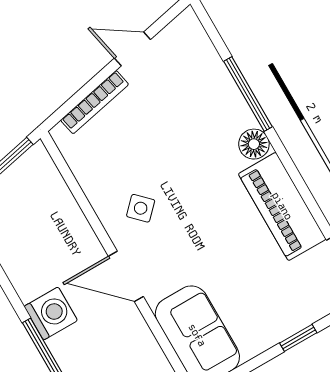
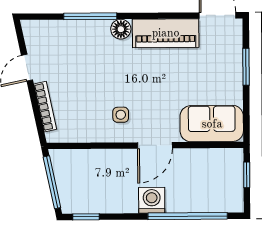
side table: (141, 208) -> (121, 115), turned 45
window: (298, 338) -> (246, 67), width x1.50

